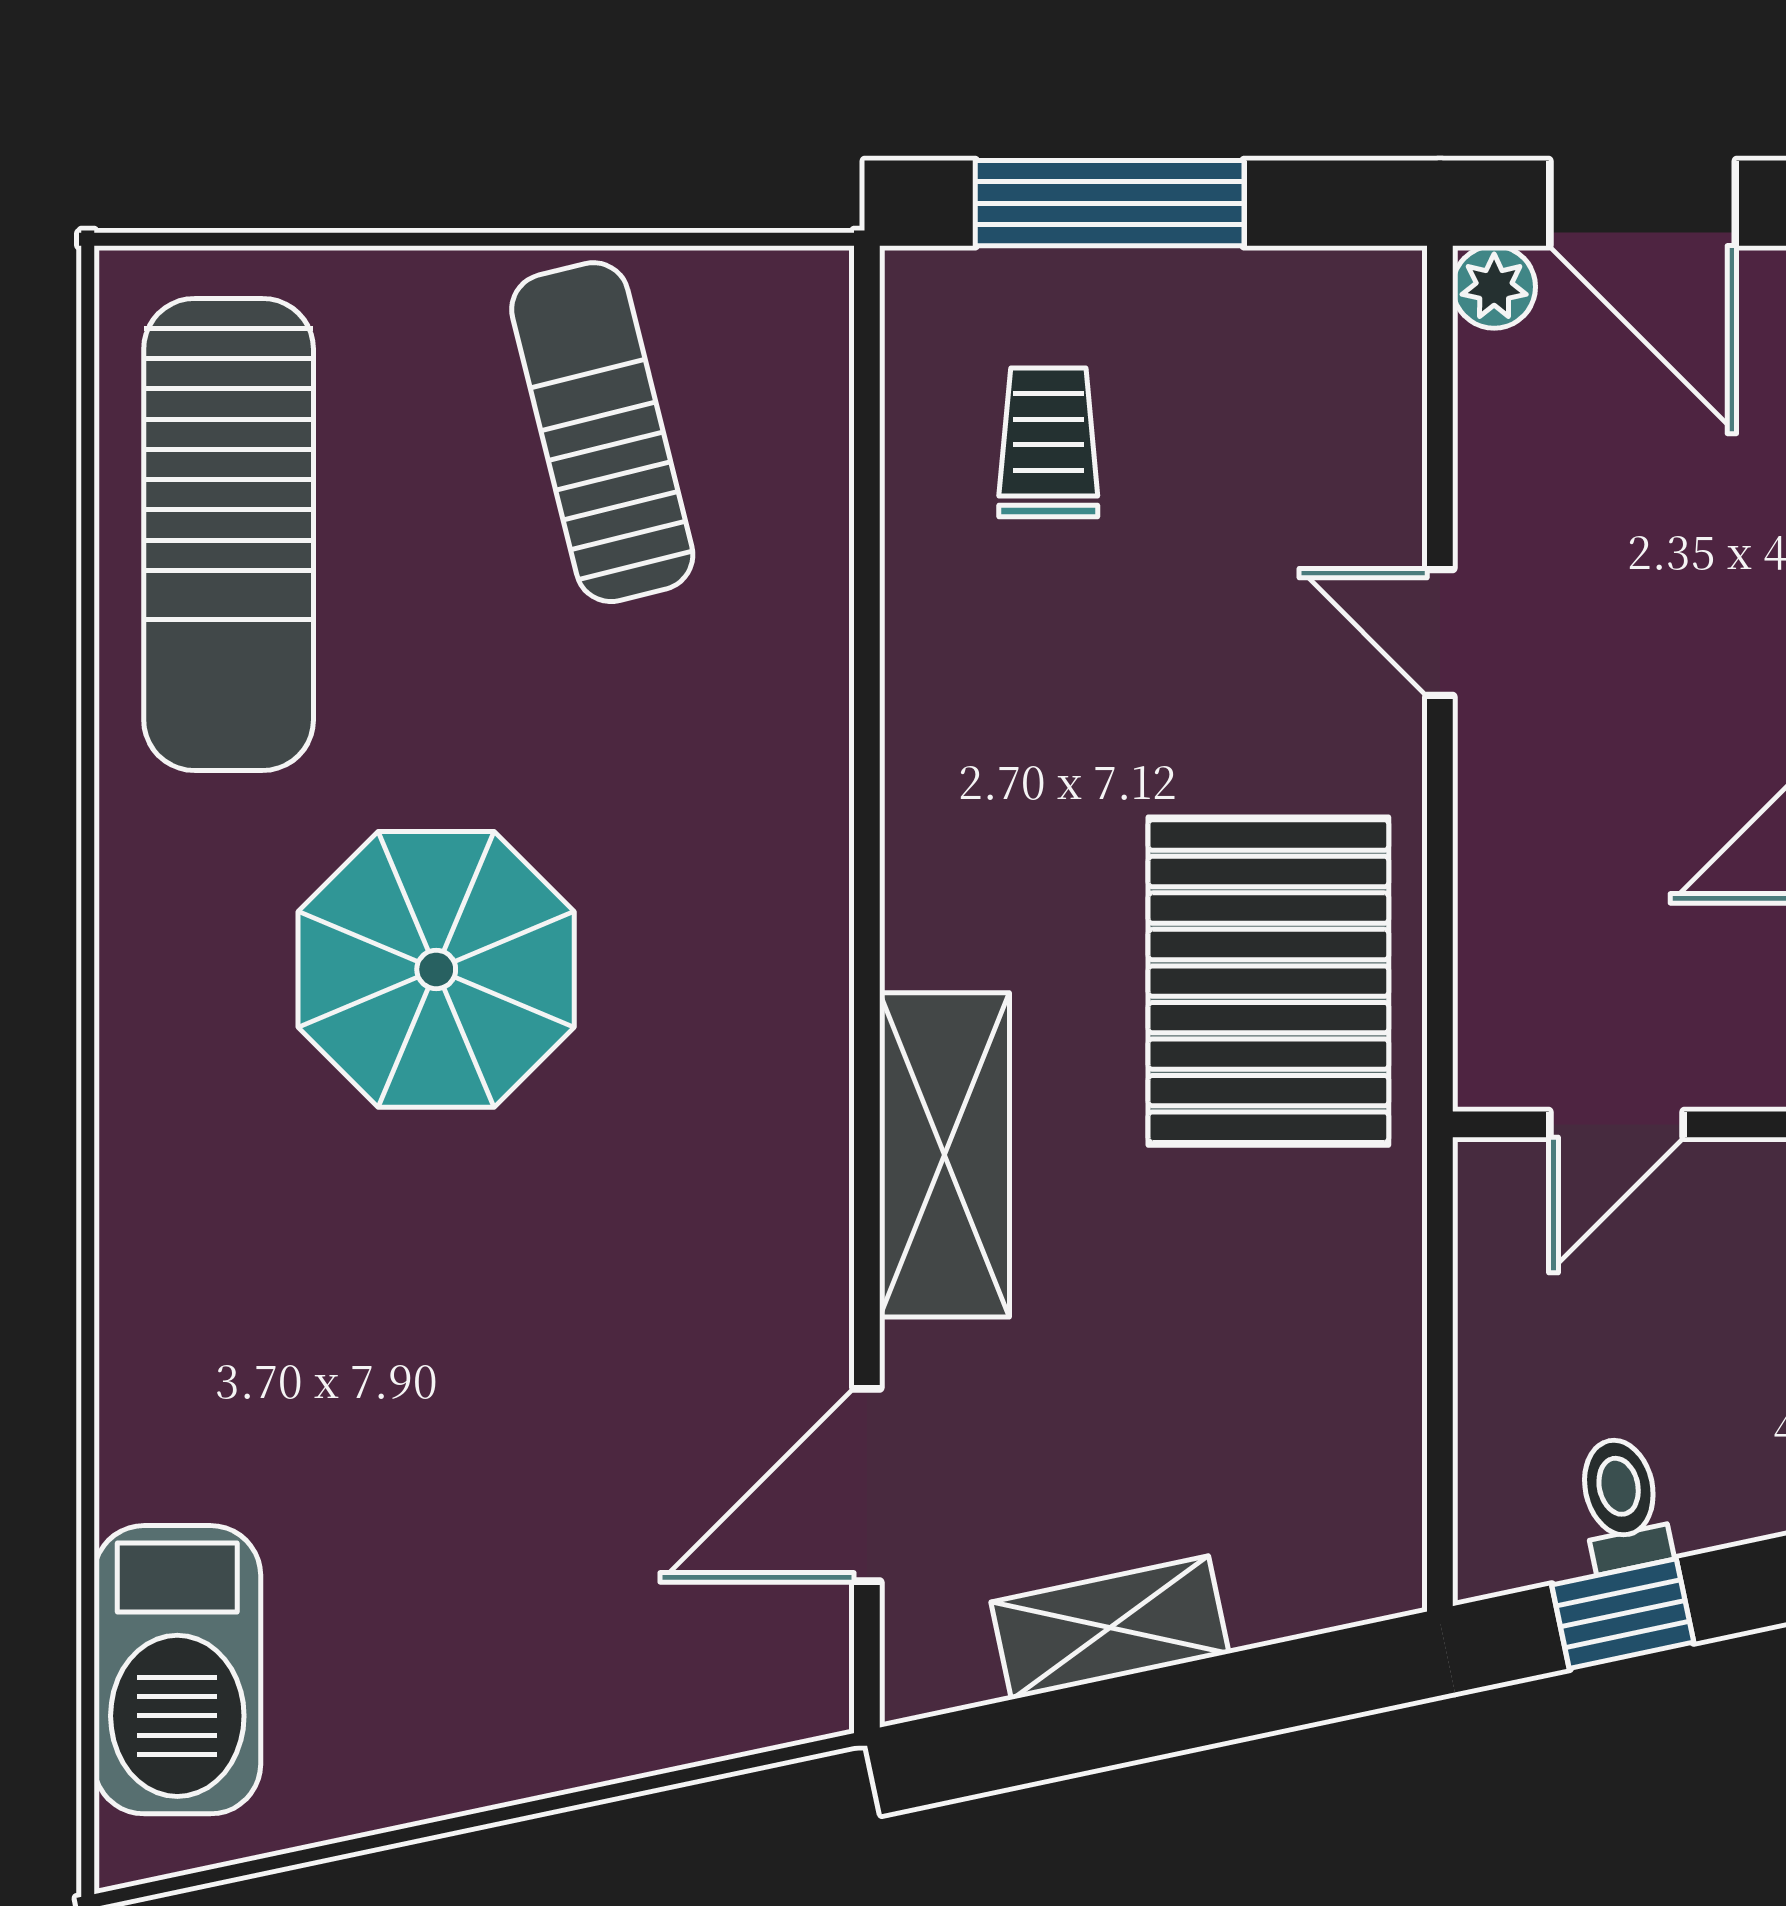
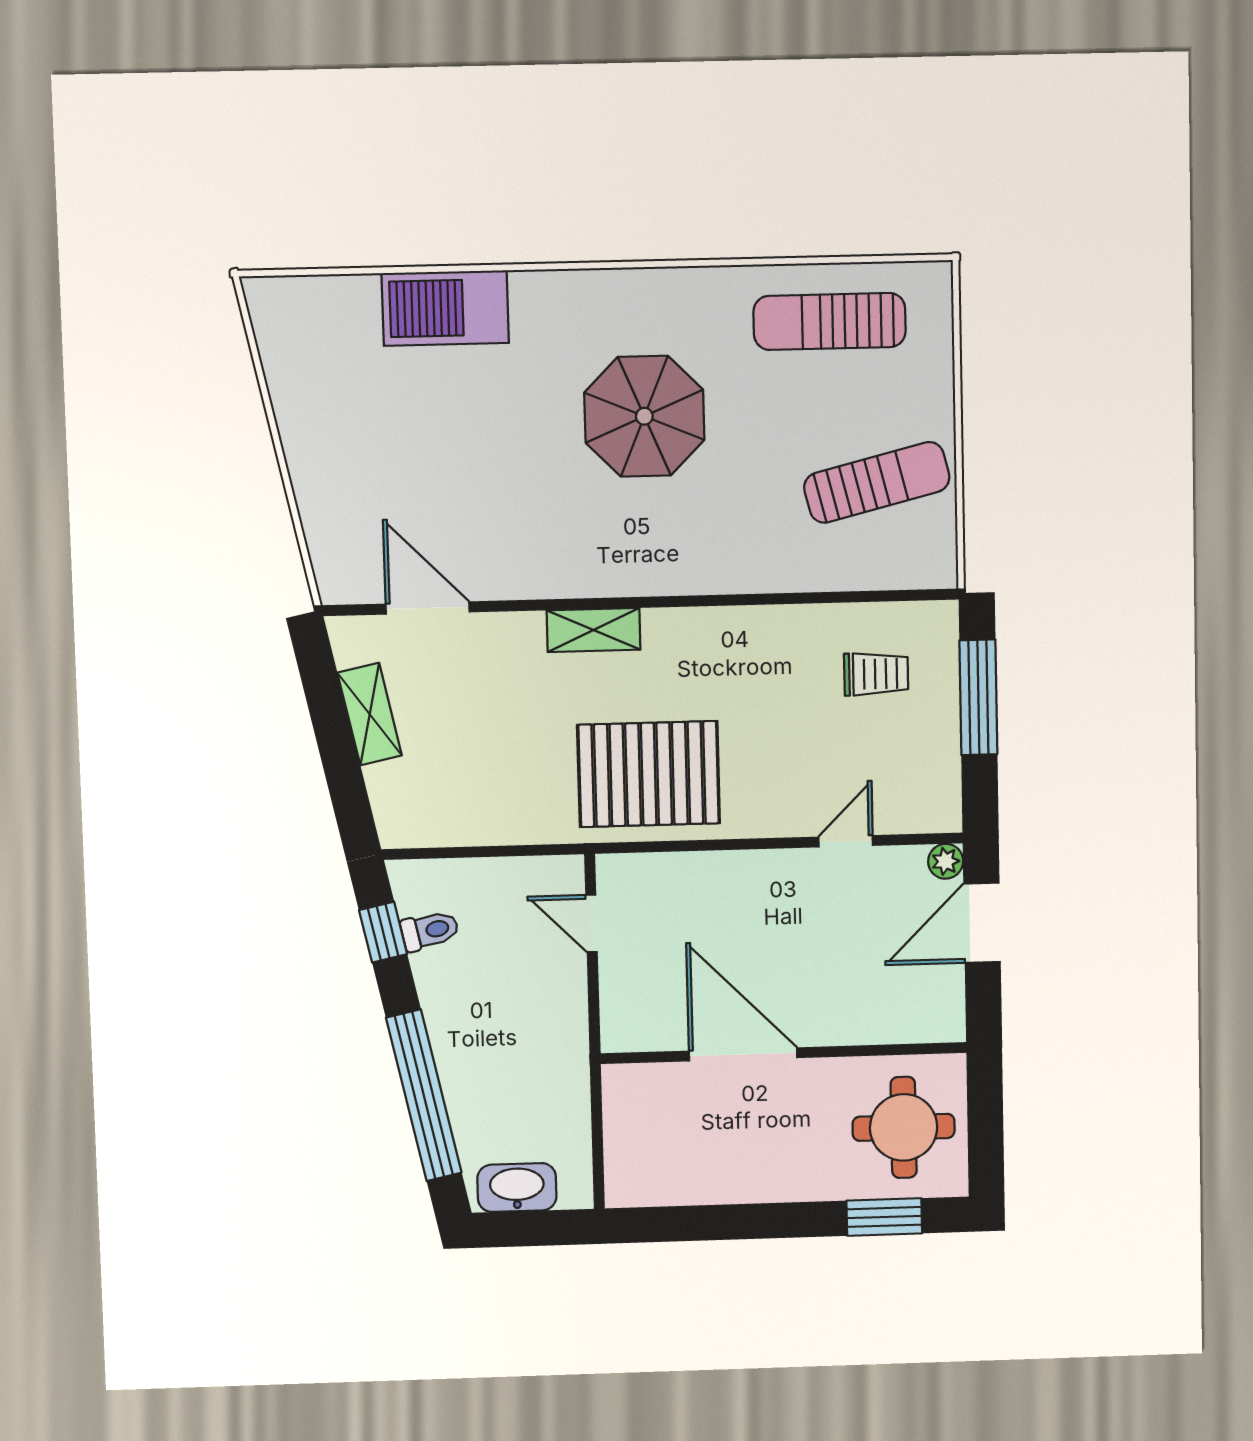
sun lounger: (229, 534) -> (830, 321), width x0.73, depth x0.75
door: (1440, 633) -> (846, 841), moved
shelving: (944, 1155) -> (594, 630), width x0.67, depth x0.75
barbecue: (177, 1670) -> (445, 308), moved

